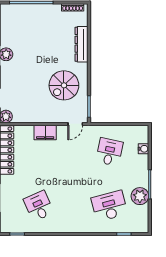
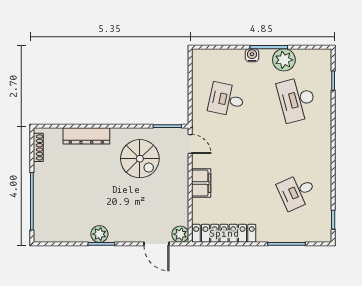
water cooler: (143, 149) -> (252, 55), moved

